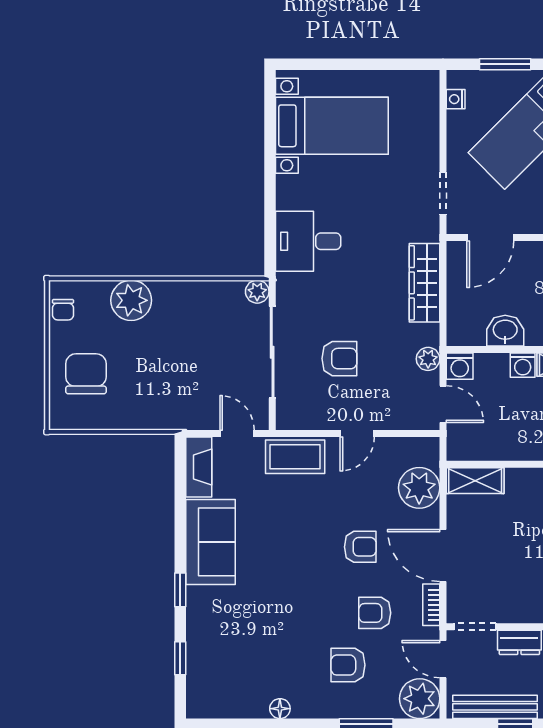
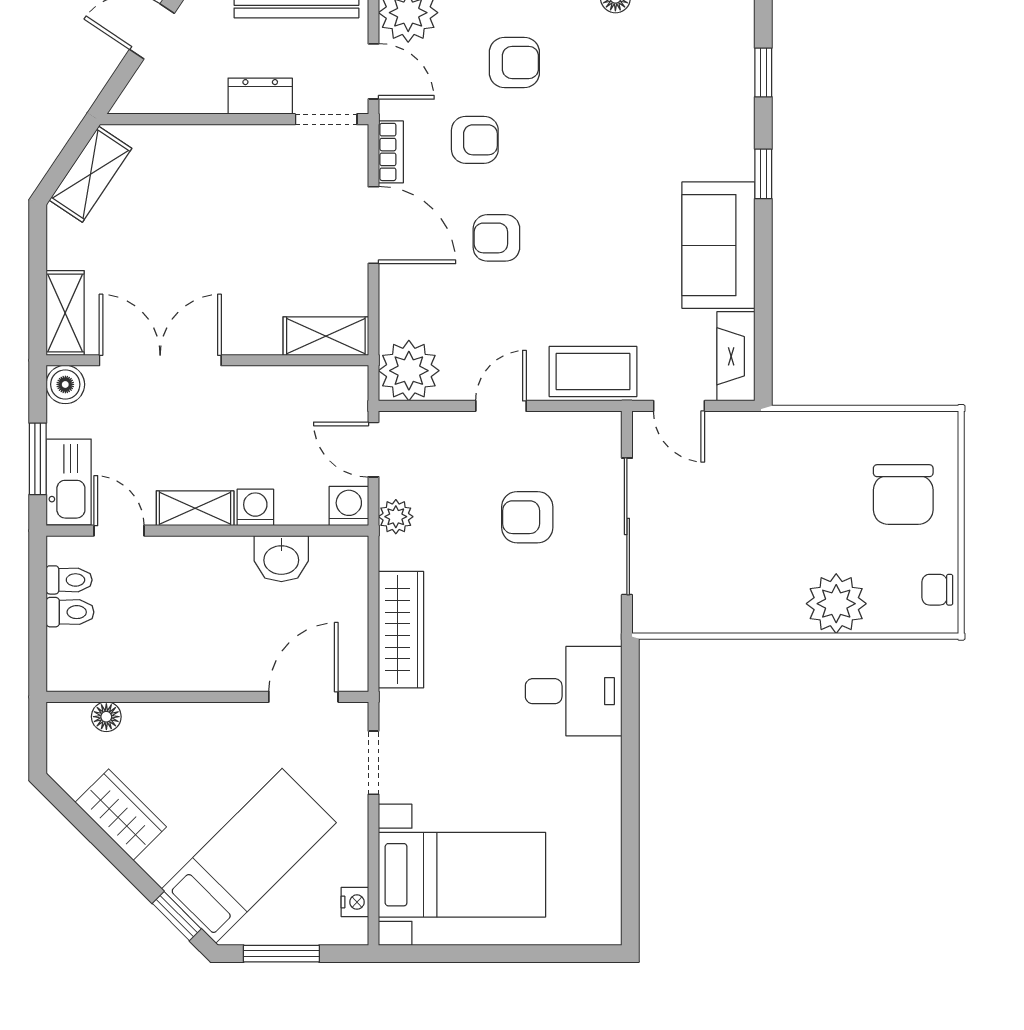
bed with nightstands: (332, 126) -> (462, 875), moved, turned 180
plant: (257, 292) -> (649, 616), removed
chair: (63, 310) -> (937, 590), turned -90
plant: (419, 488) -> (409, 371), moved

